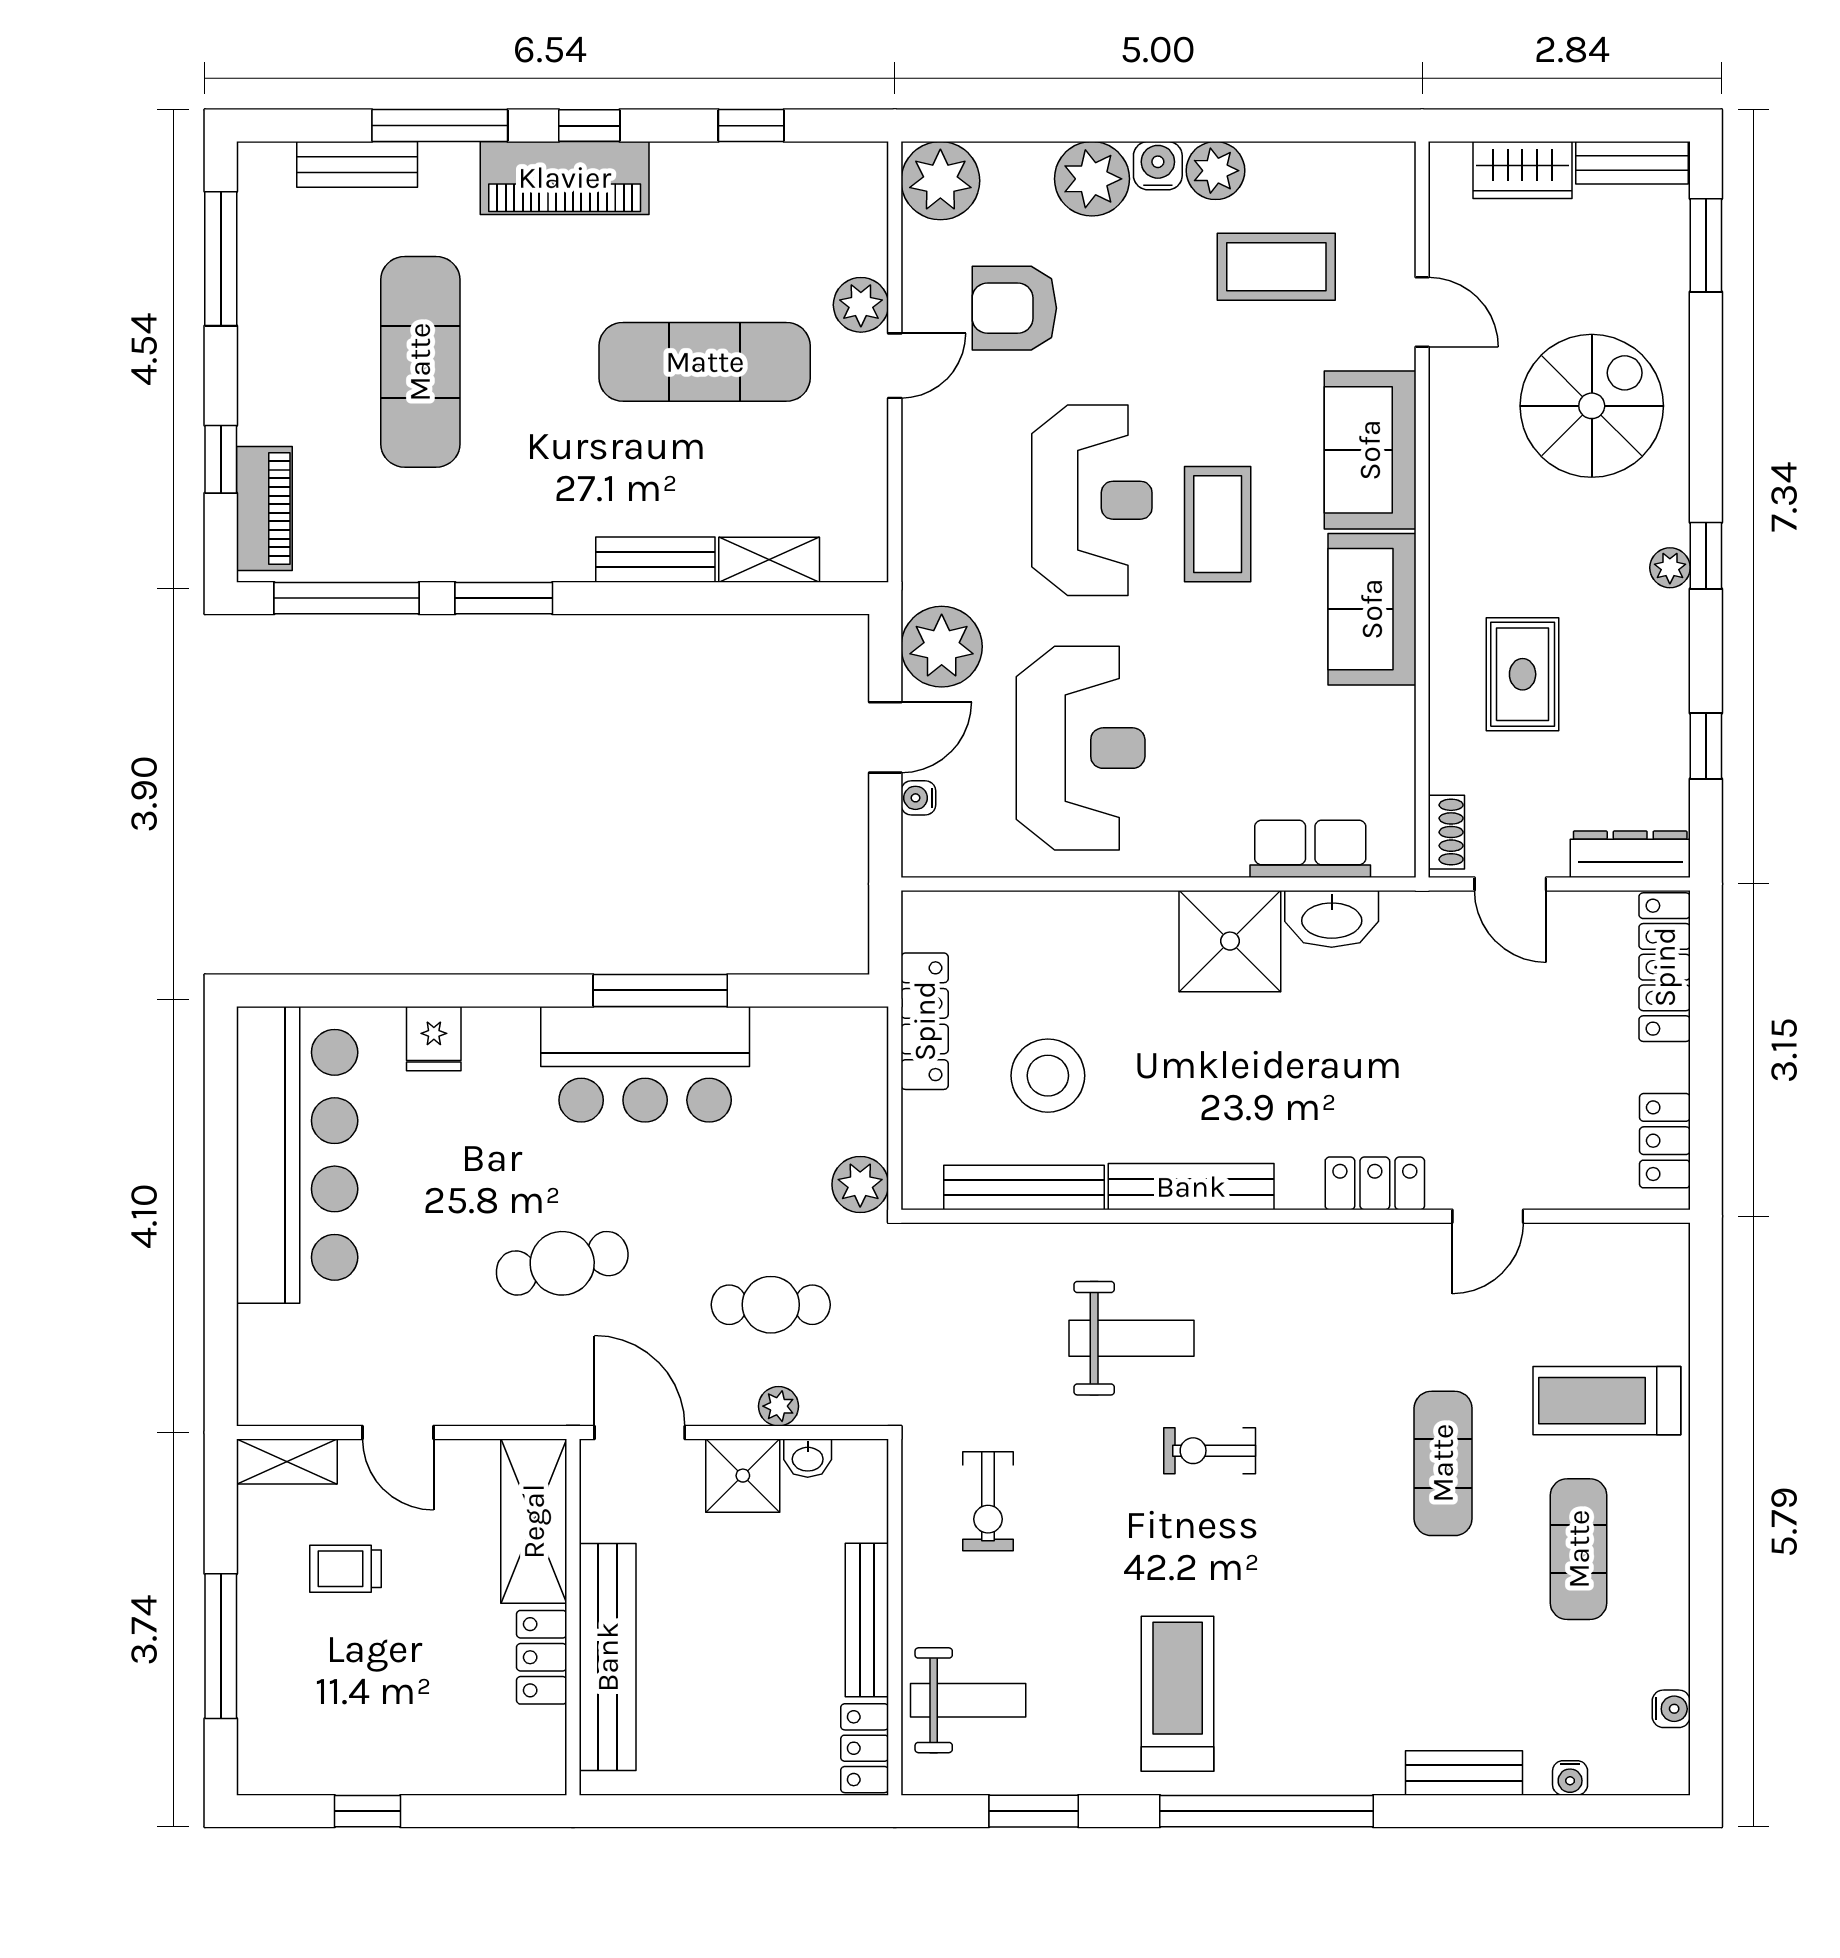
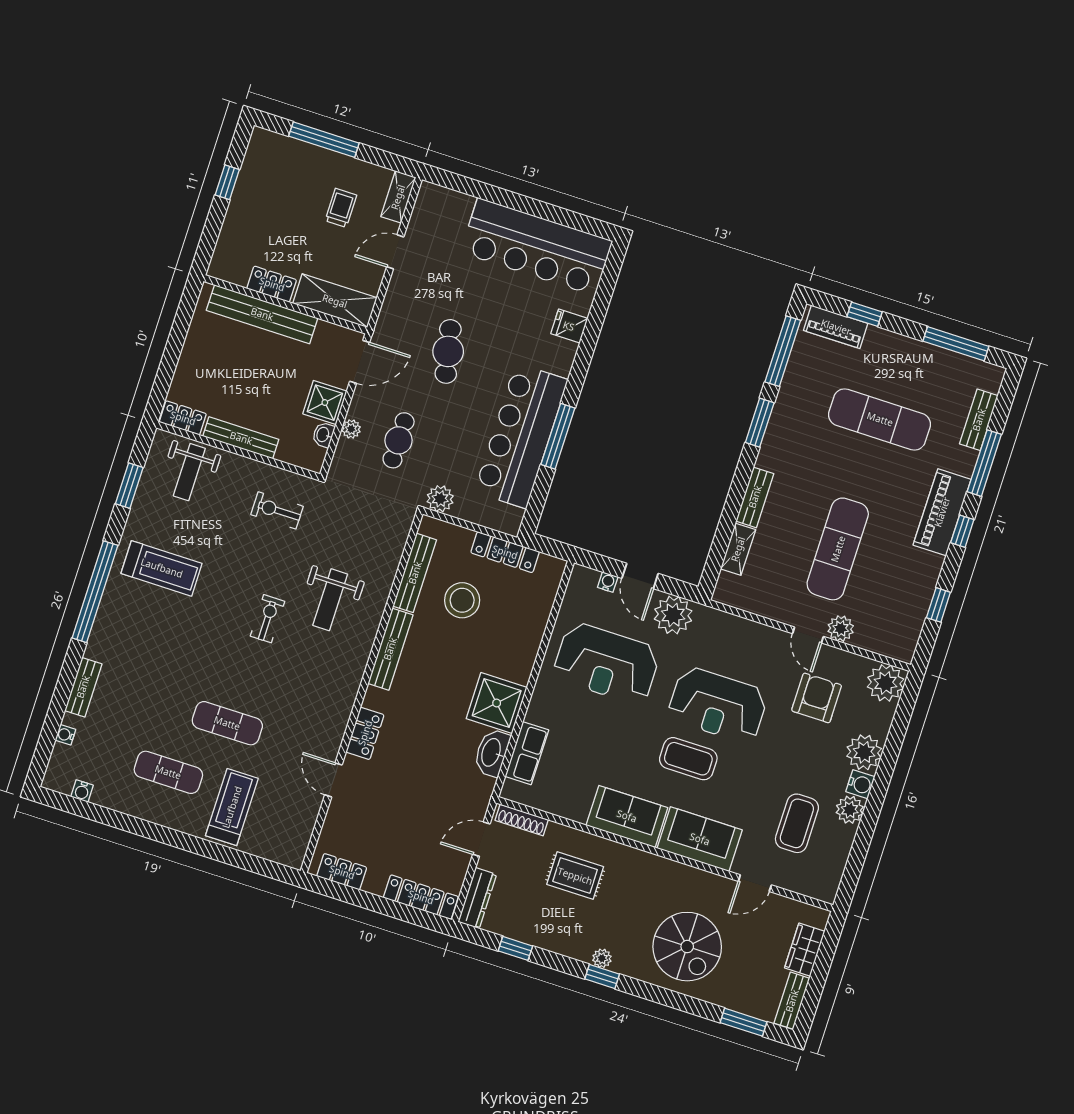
shoe rack: (1446, 832) -> (522, 820), width x1.43
bar counter: (645, 1064) -> (521, 436), width x1.36

